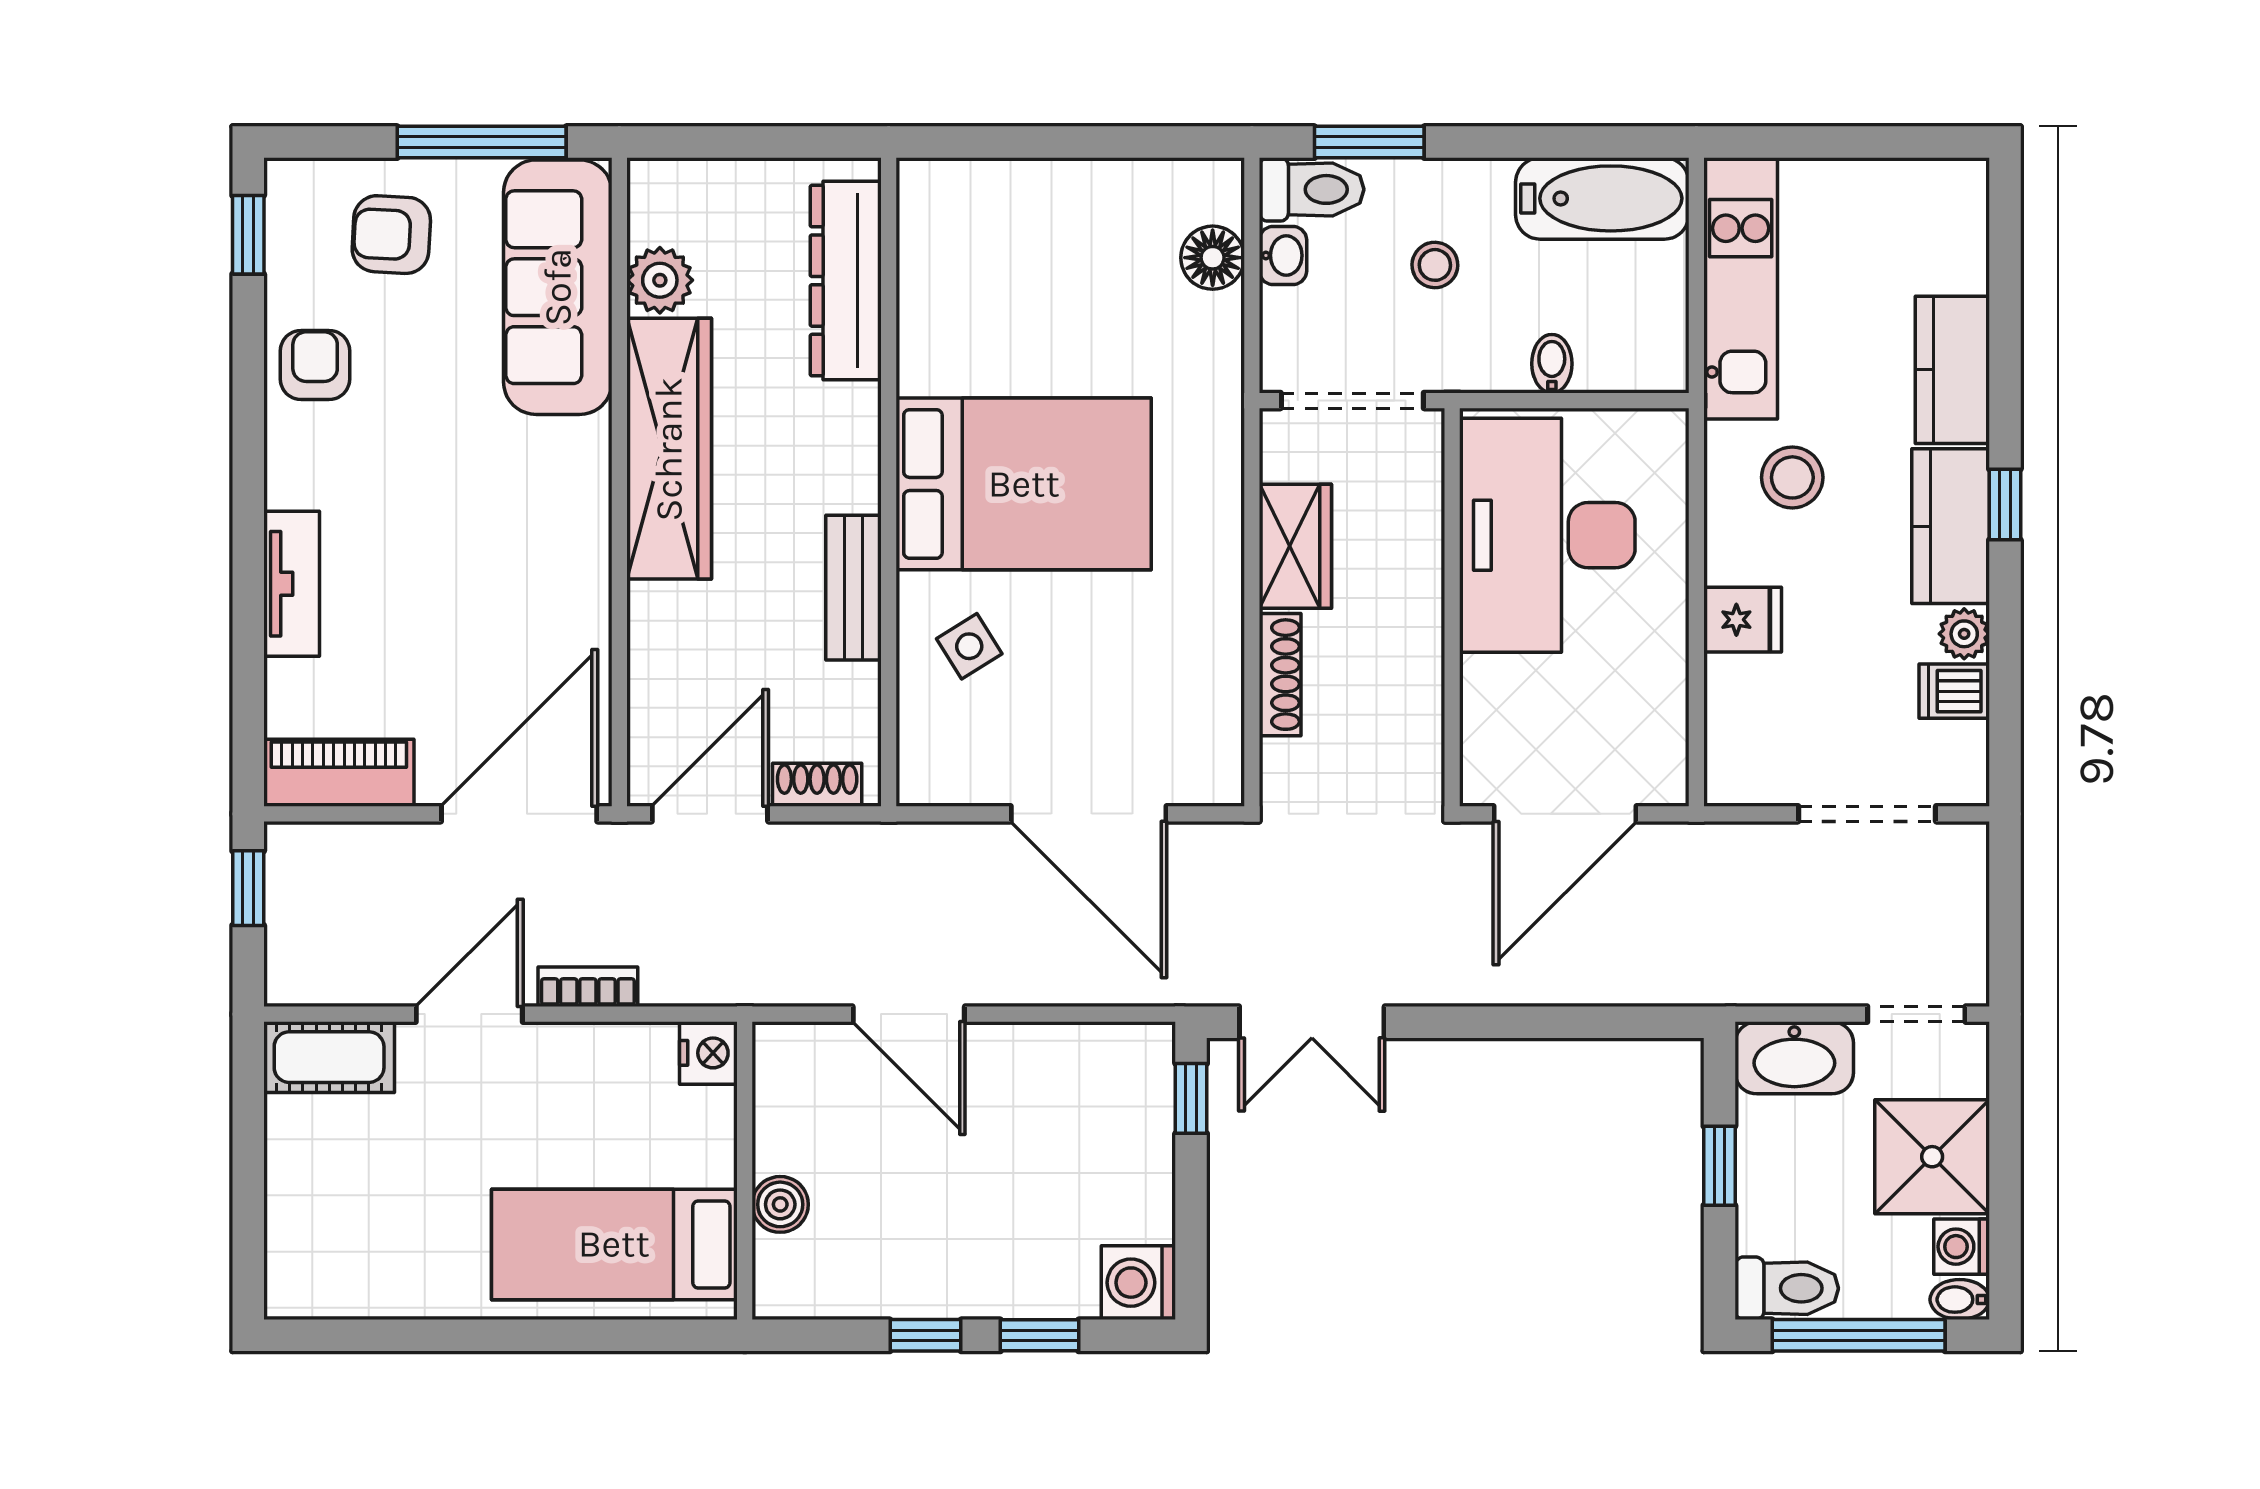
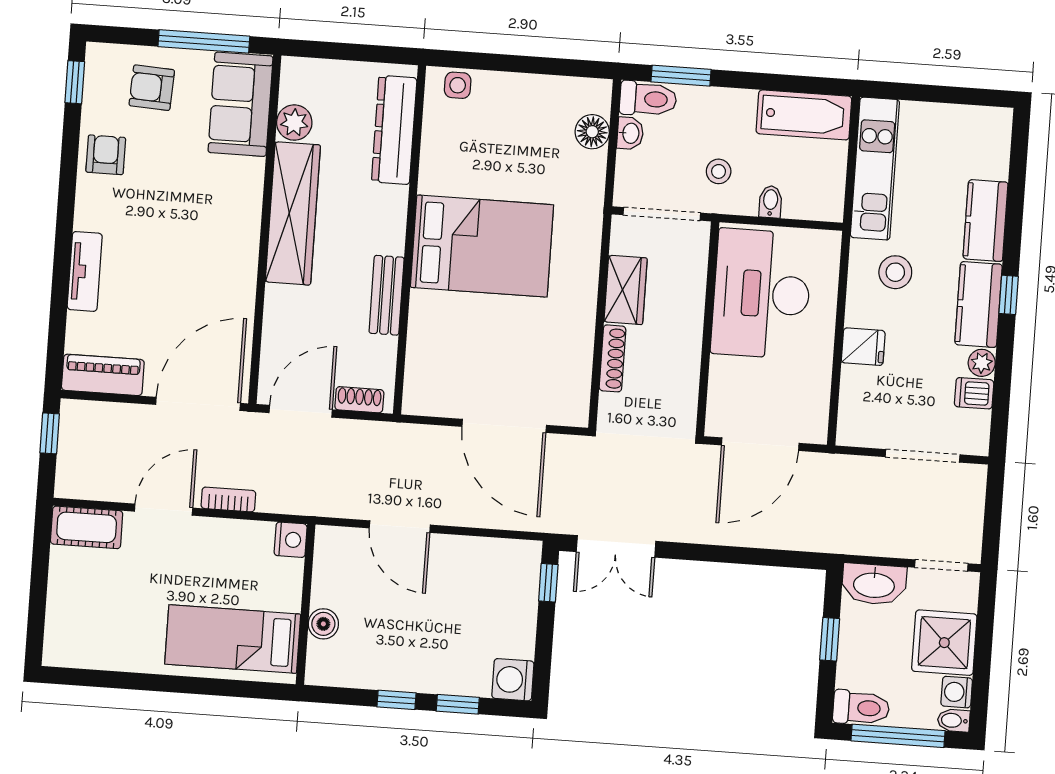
stool: (1435, 265) -> (719, 171), moved
sofa: (558, 287) -> (240, 104), width x0.73
side table: (969, 646) -> (458, 85), moved, turned 32

